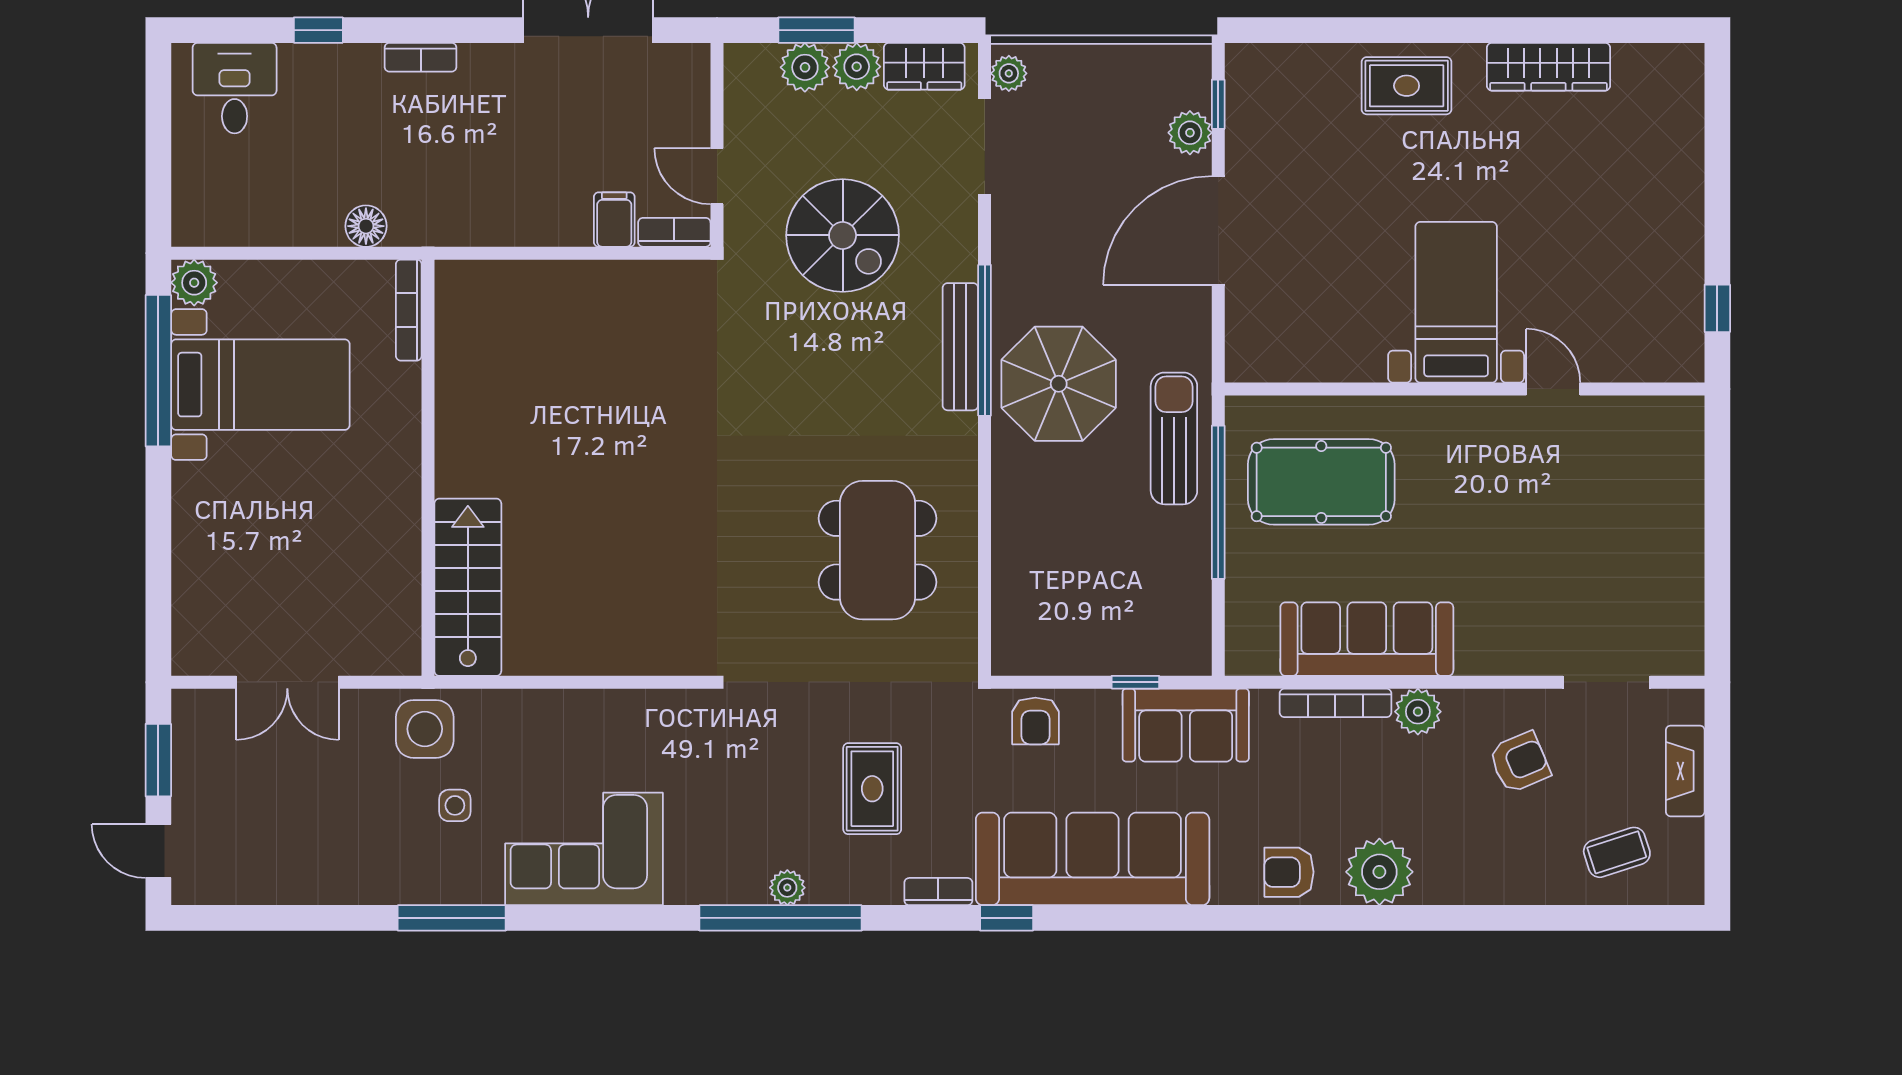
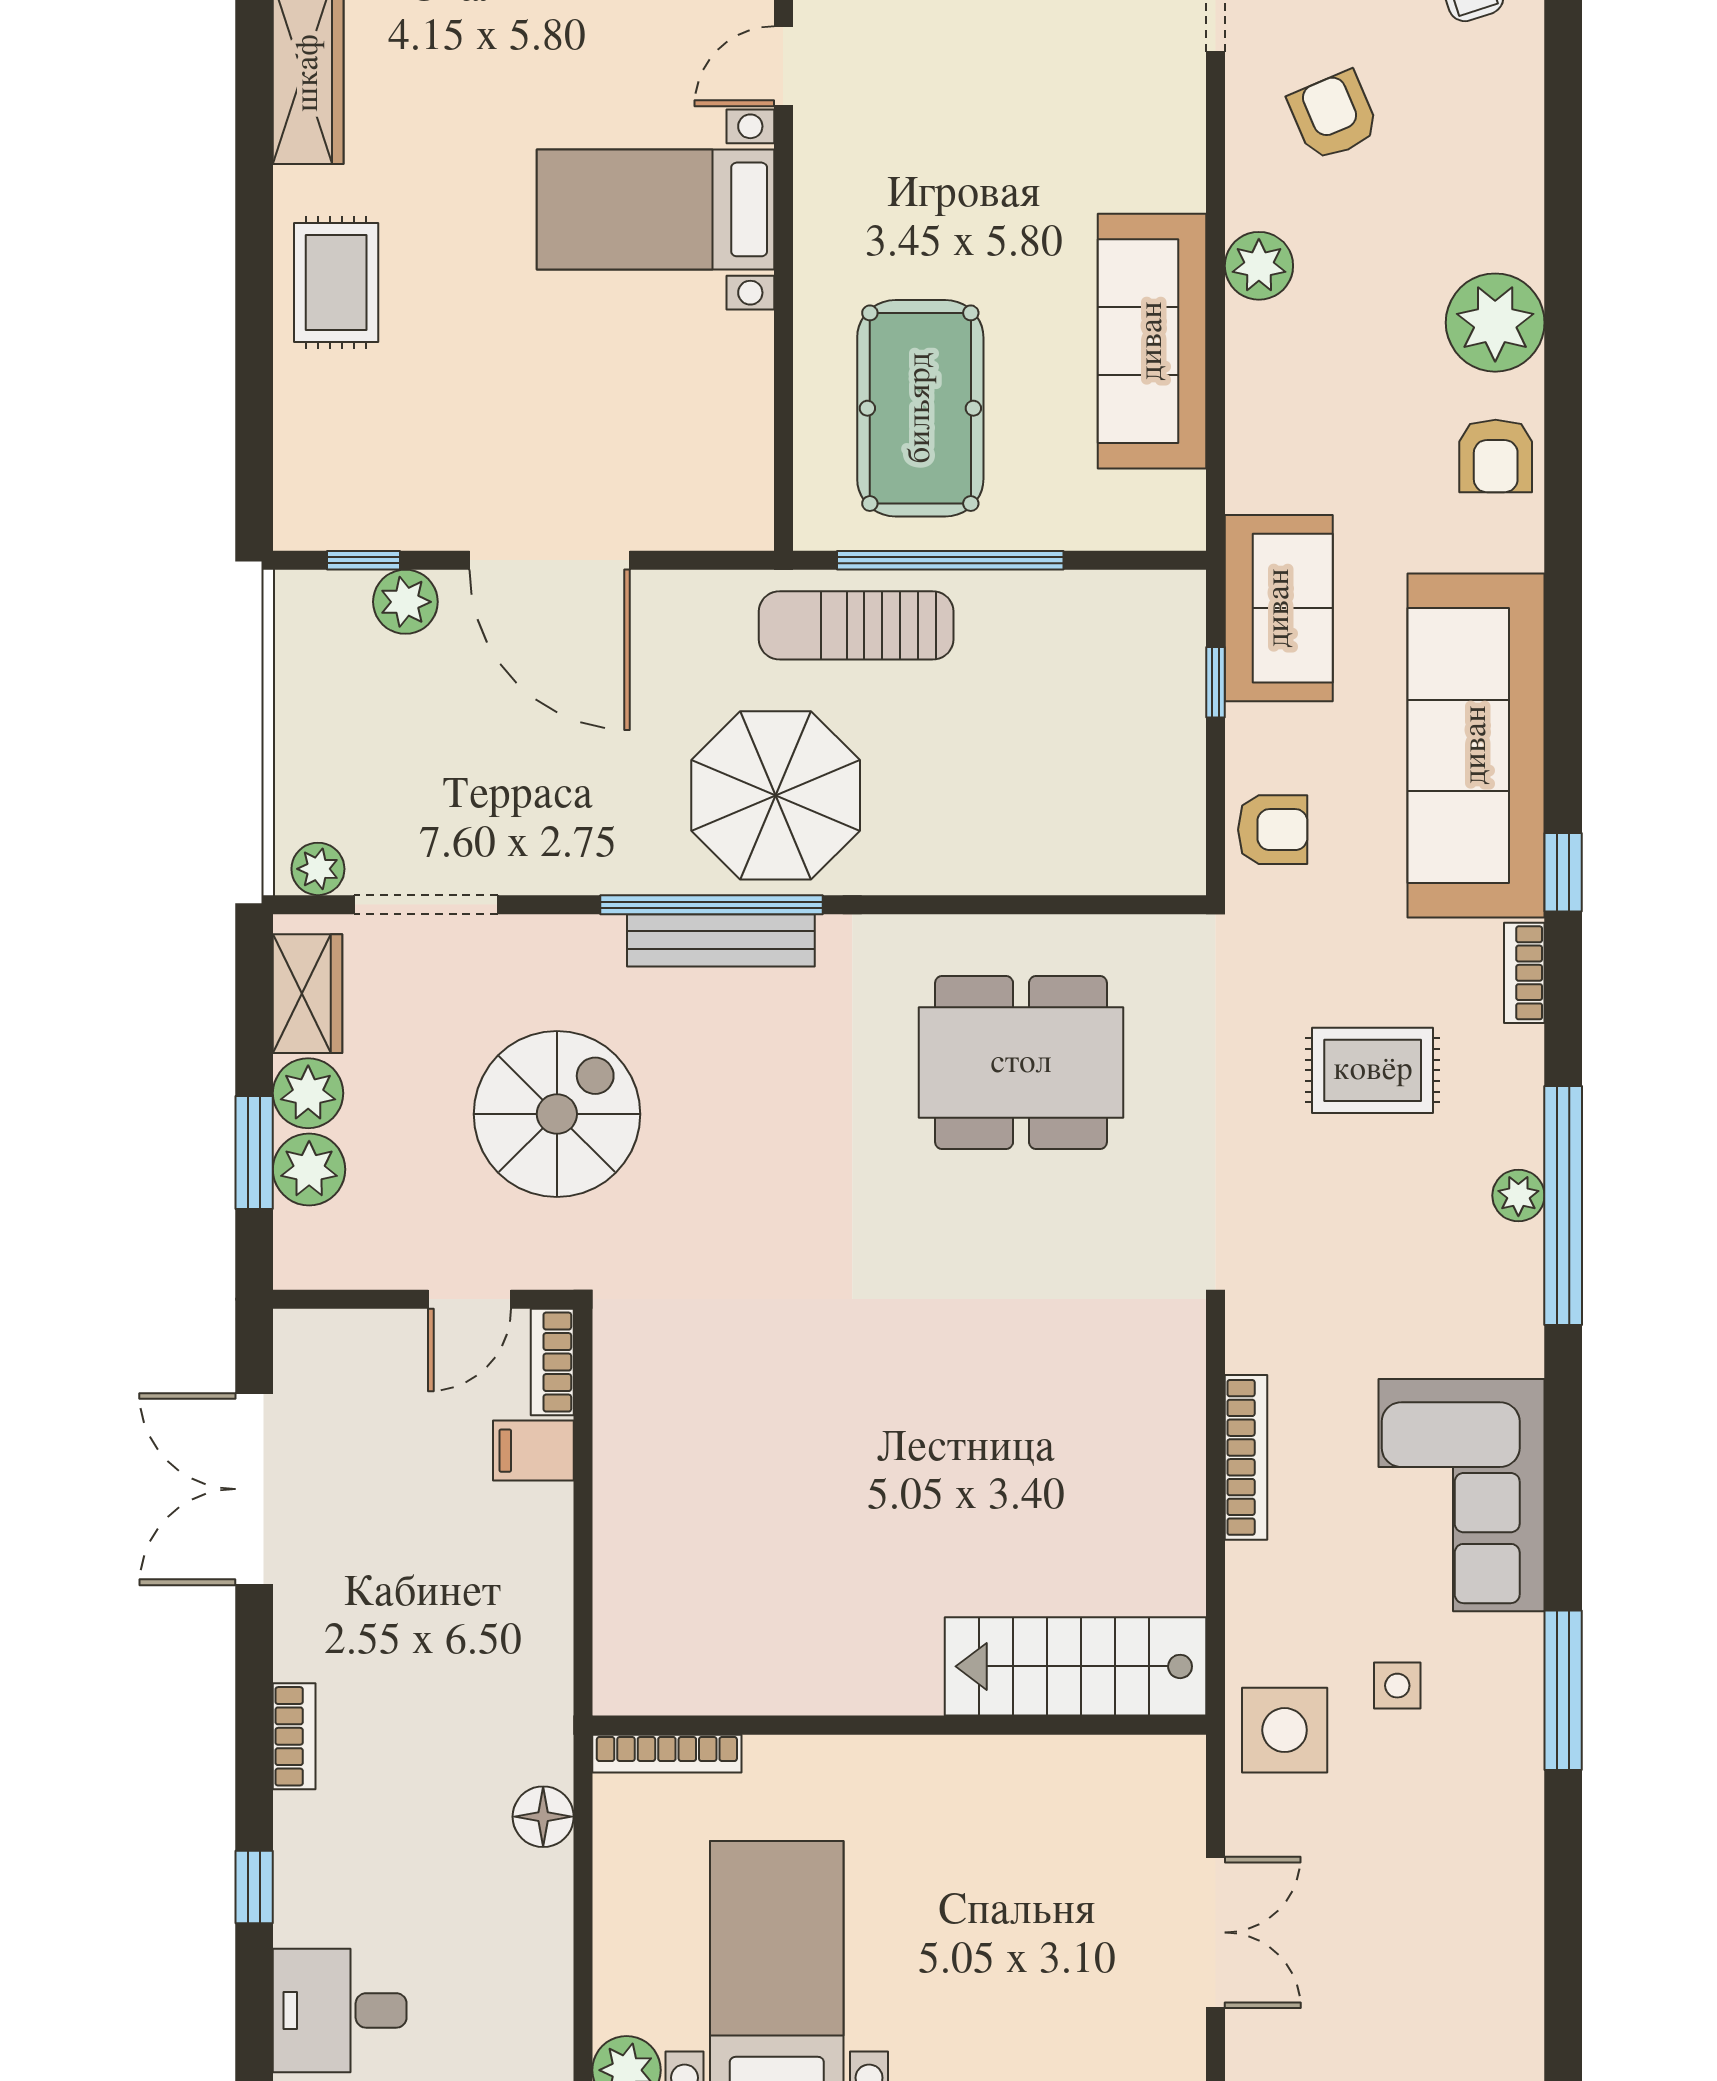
bookcase: (1335, 703) -> (1246, 1457), moved

